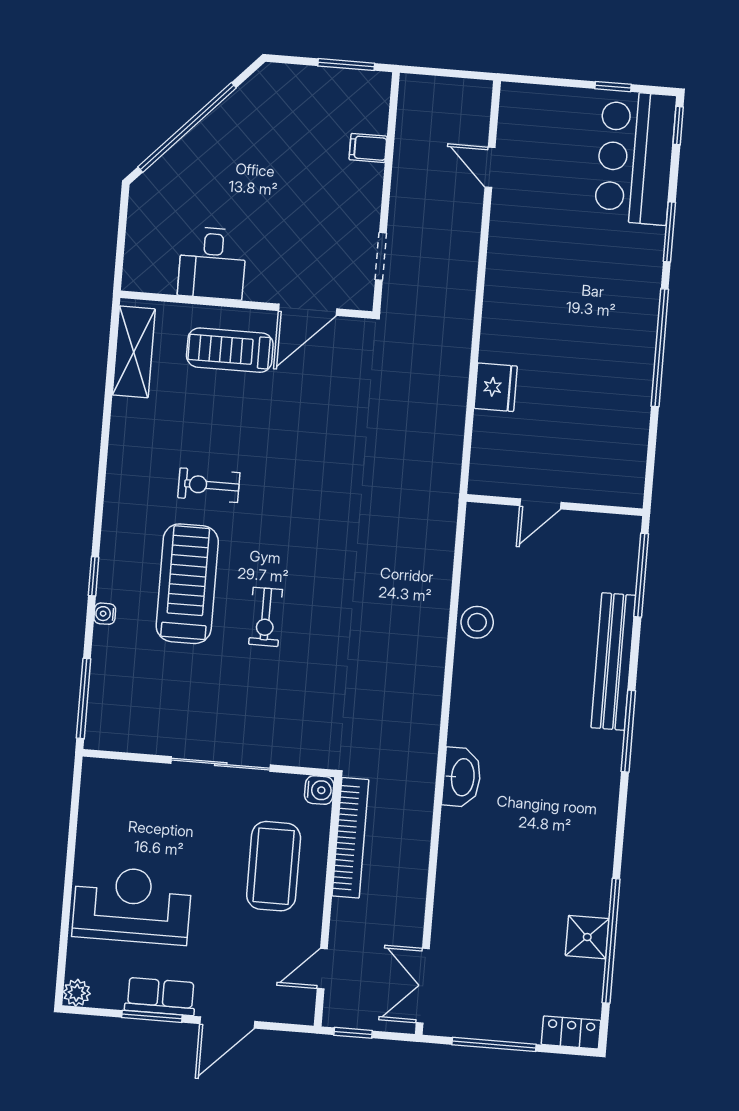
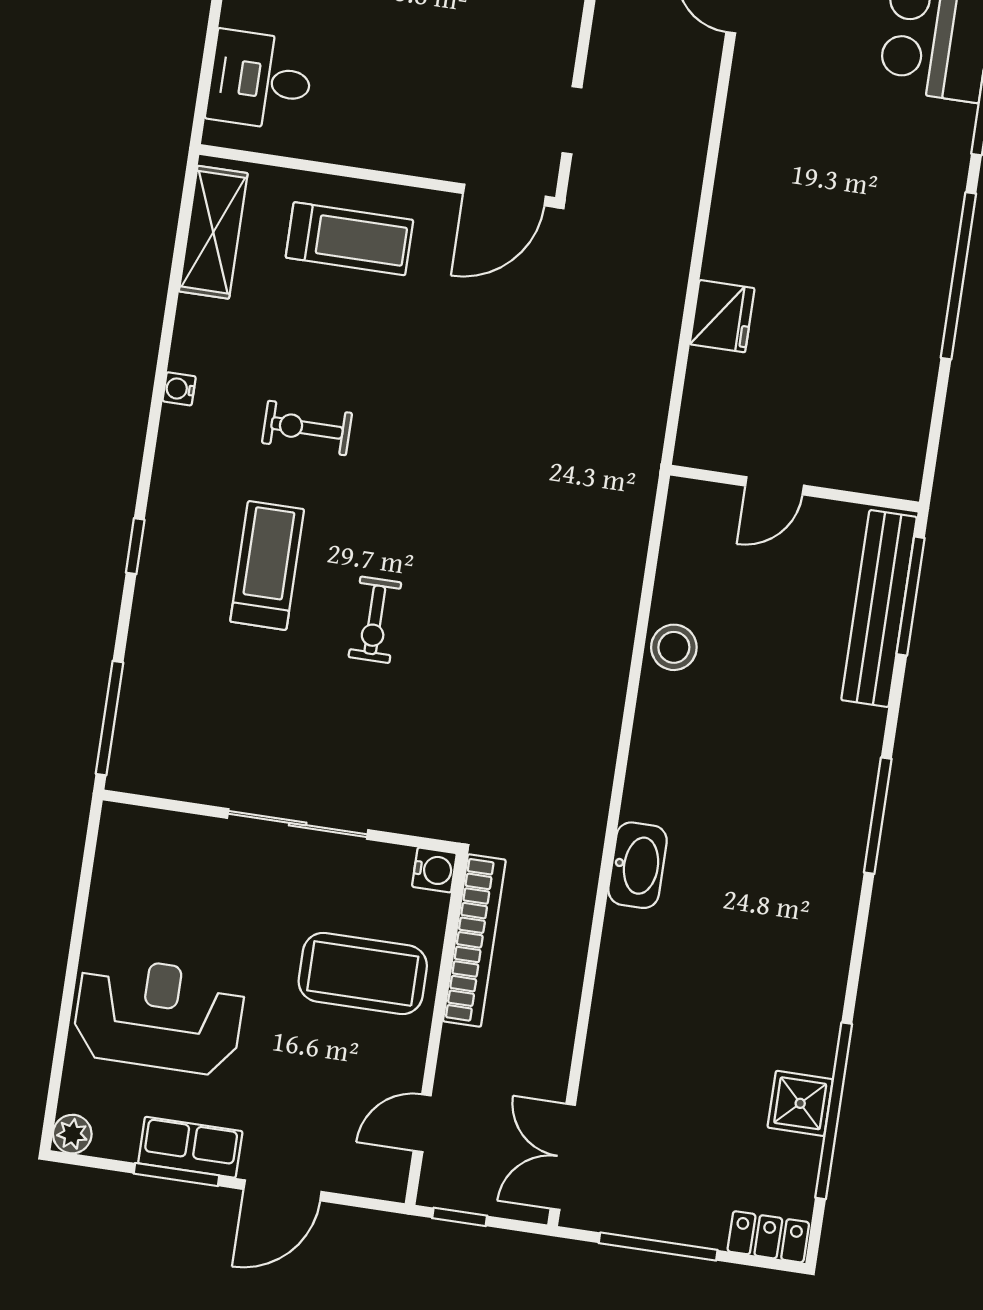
desk: (212, 263) -> (260, 80), moved, turned 90
door: (308, 310) -> (504, 195), moved
treadmill: (230, 350) -> (349, 239), turned 180
treadmill: (187, 584) -> (267, 565), width x0.73, depth x0.73
water cooler: (105, 614) -> (179, 389), moved
bench: (613, 661) -> (879, 609), moved
coffee table: (274, 866) -> (363, 974), turned 90

